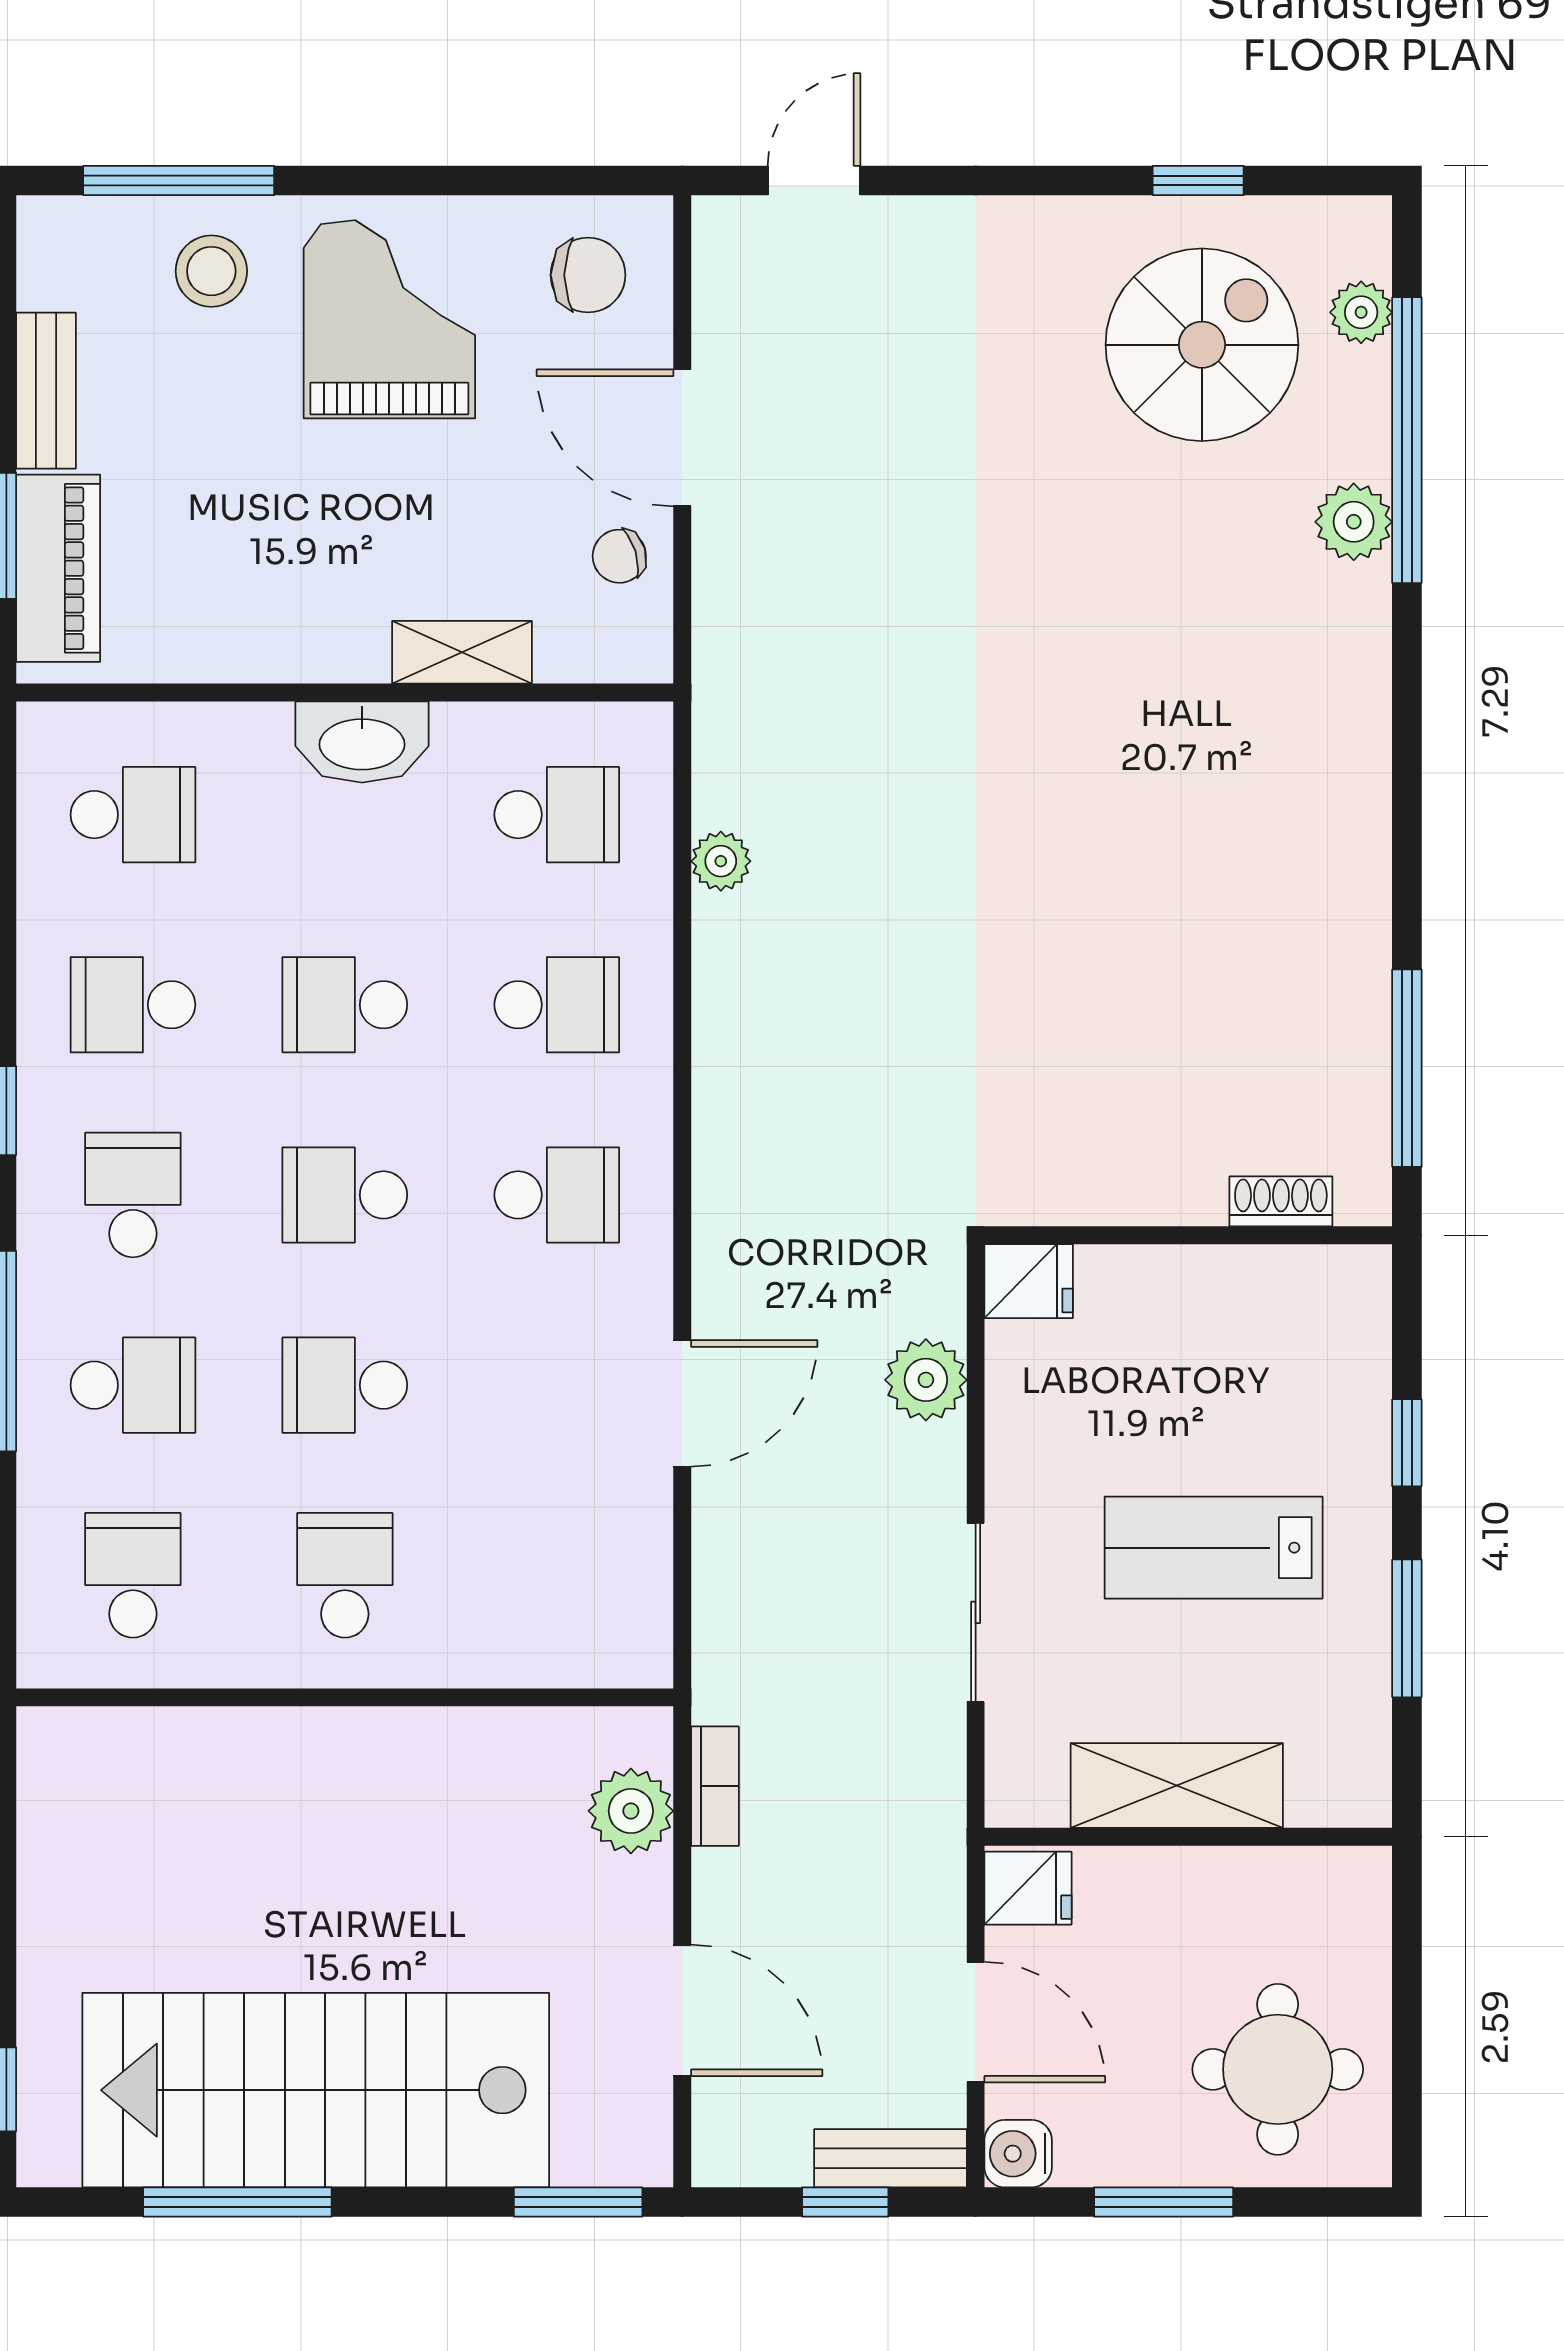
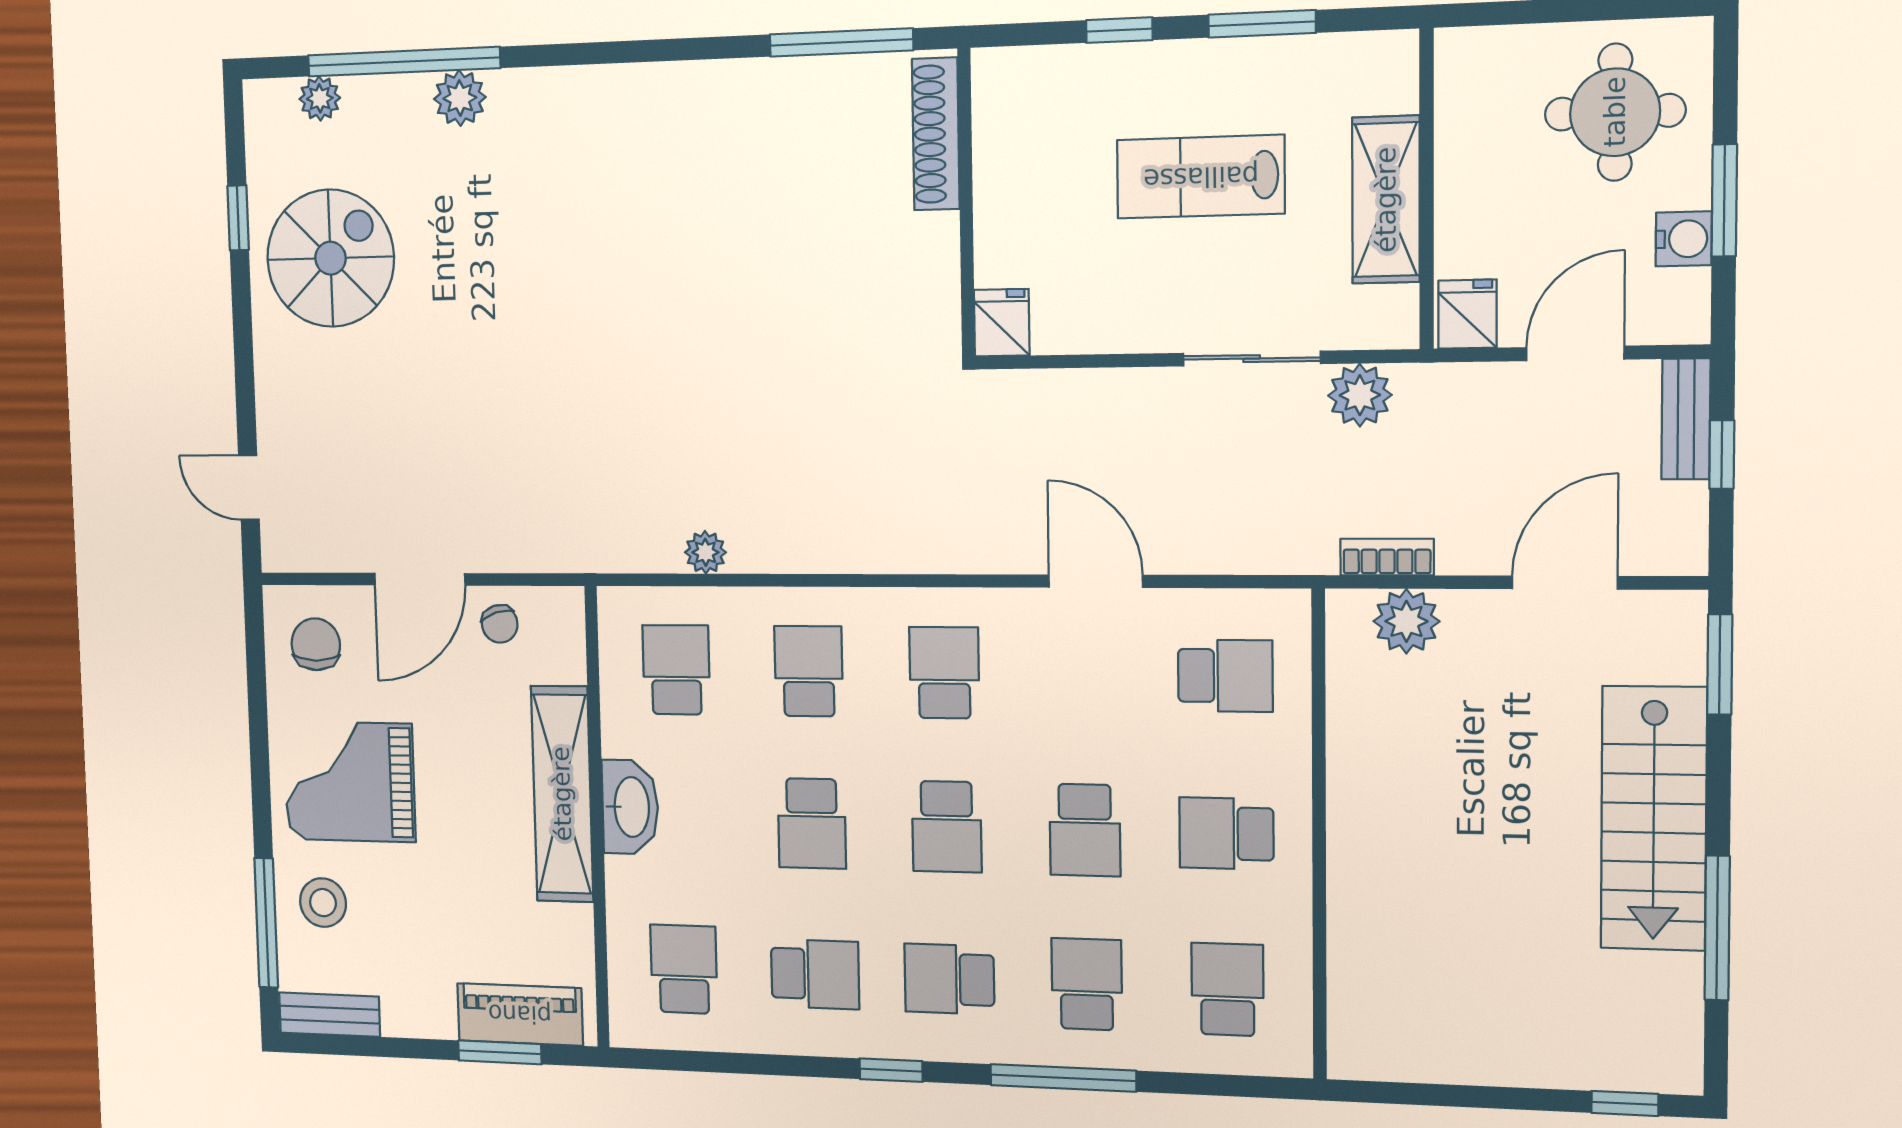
spiral stairs: (1202, 345) -> (331, 258), moved, turned 90
bench: (46, 391) -> (329, 1015), moved
shelving: (462, 652) -> (562, 794), width x2.20, depth x1.33
school desk: (133, 1005) -> (815, 974), turned -90
shoe rack: (1281, 1201) -> (936, 134), width x1.94, depth x1.24
plant: (926, 1380) -> (1360, 395), moved
lab bench: (1214, 1548) -> (1201, 177), turned 90
school desk: (133, 1575) -> (1227, 990), turned 90
school desk: (557, 1575) -> (1225, 676), added
stairs: (316, 2090) -> (1654, 818), width x0.73, depth x0.66
water cooler: (1018, 2154) -> (1684, 239), moved, turned -90

